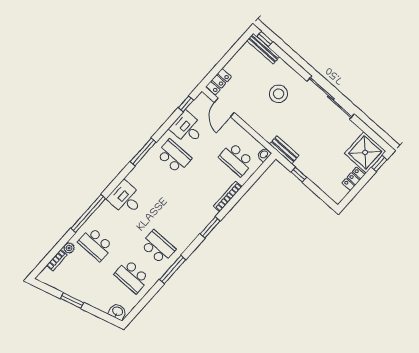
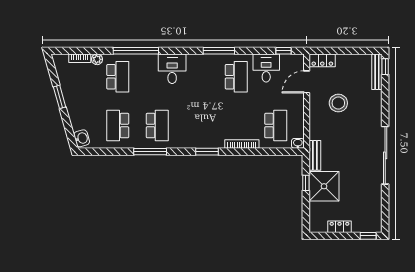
stool: (279, 94) -> (338, 103), moved
shower: (365, 152) -> (324, 186), moved
school desk: (236, 159) -> (276, 126), turned 180
school desk: (96, 244) -> (118, 77), turned 180

